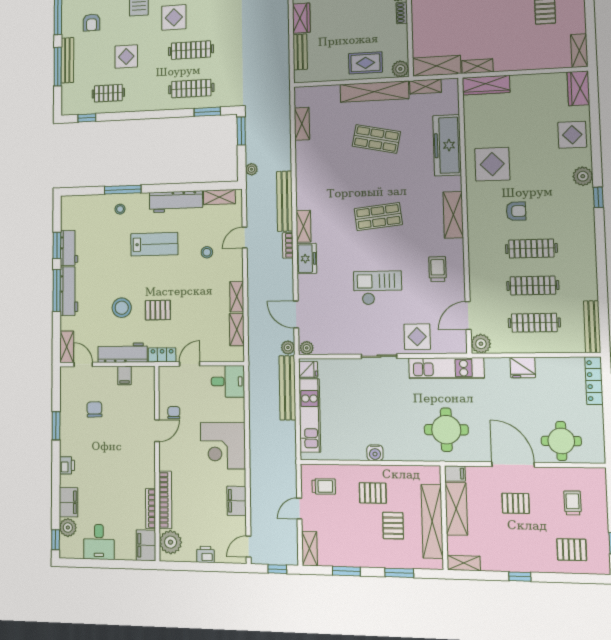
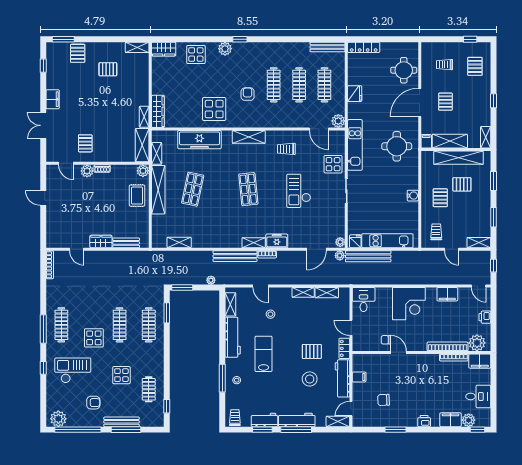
trolley: (72, 208) -> (235, 418), added
pallet: (158, 310) -> (312, 351), turned 90

